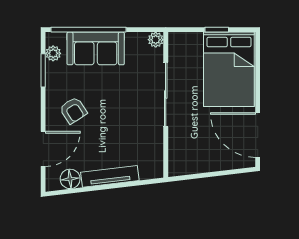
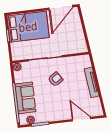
armchair: (73, 110) -> (55, 79), moved
floor lamp: (70, 179) -> (95, 103), removed

